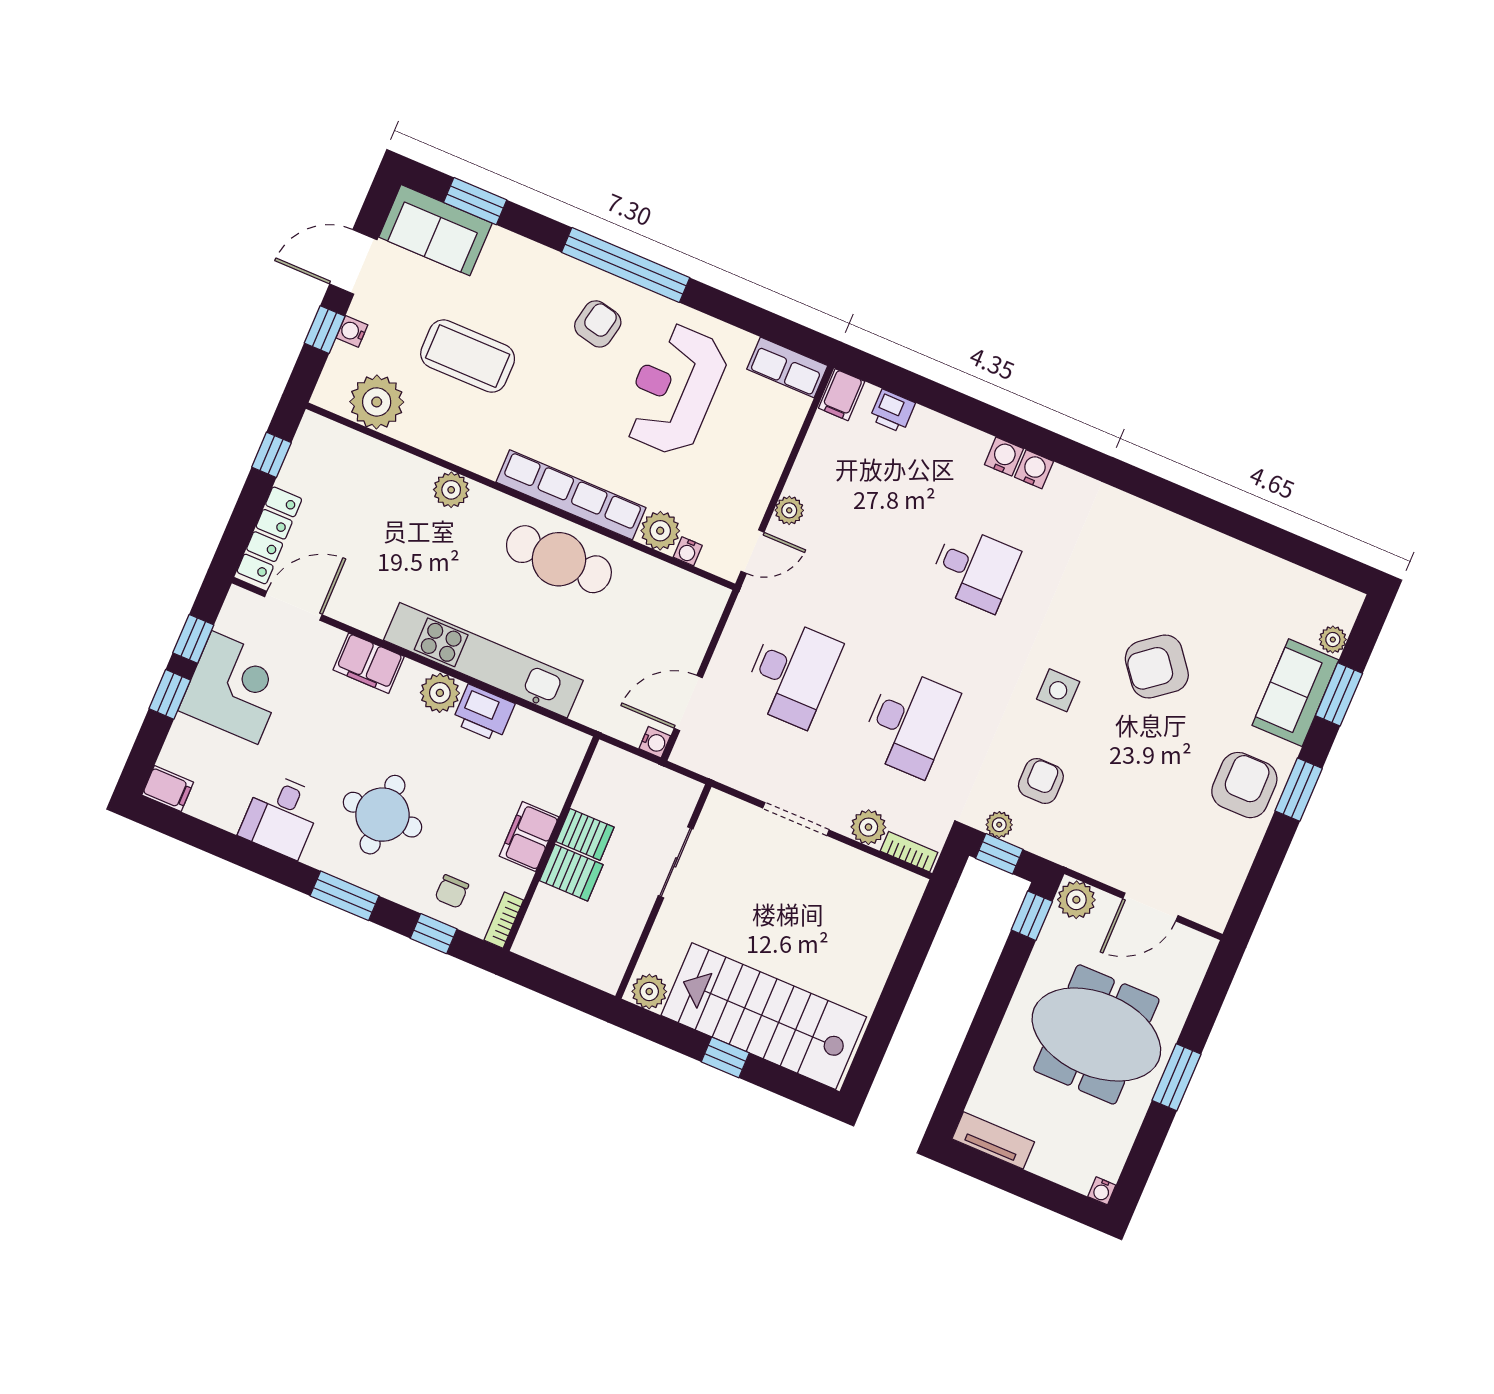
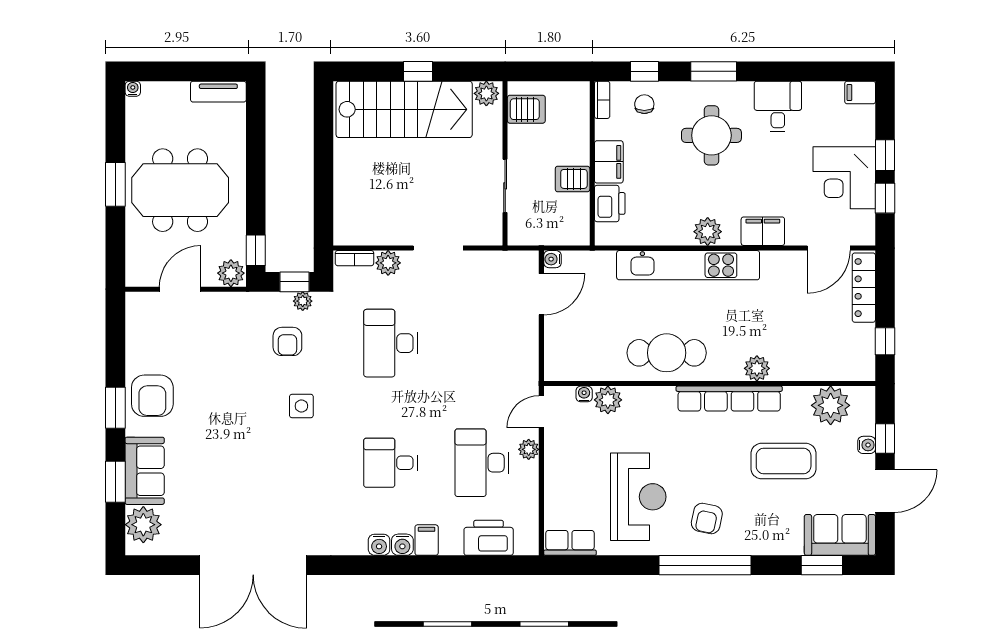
filing cabinet: (842, 395) -> (427, 540), moved
printer: (892, 411) -> (489, 538), width x1.87, depth x1.48
row of seats: (571, 495) -> (729, 399), moved
double door: (1207, 512) -> (253, 565), added
plant: (1333, 640) -> (143, 525), width x1.88, depth x1.88
armchair: (1157, 667) -> (243, 449), removed
desk: (792, 673) -> (482, 463), moved
printer: (483, 713) -> (610, 203), moved, turned 90
server rack: (571, 873) -> (526, 109), moved, turned 180

